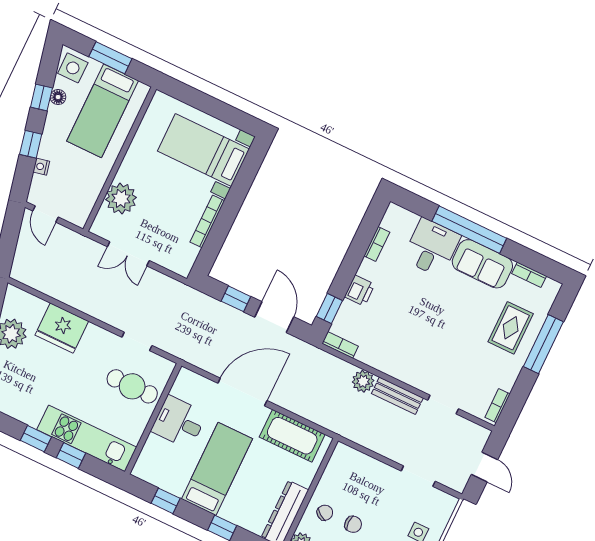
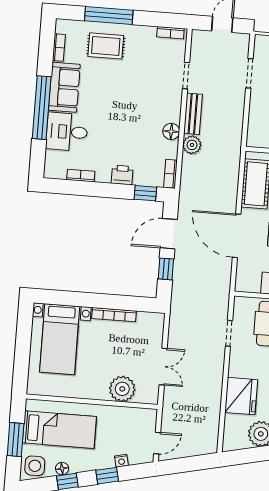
floor lamp: (387, 364) -> (171, 131), added

